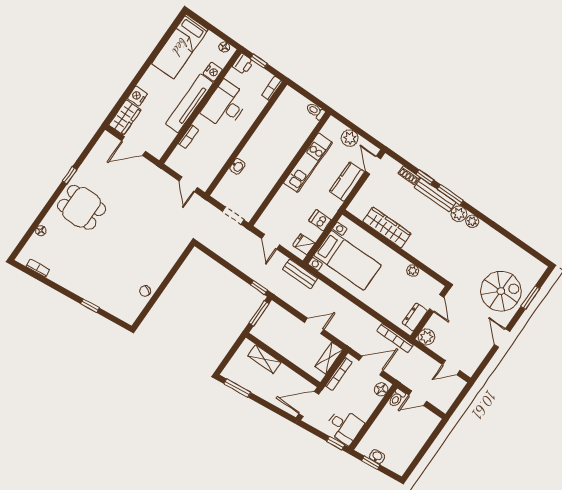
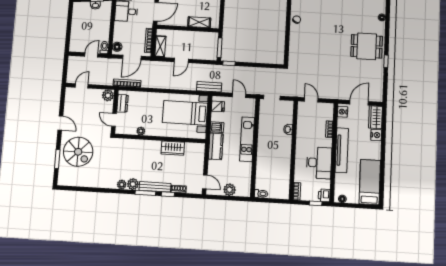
nightstand: (213, 72) -> (343, 112), moved
kitchen unit: (308, 163) -> (247, 139), moved
kitchen counter: (347, 182) -> (216, 146), moved
wardrobe: (387, 227) -> (173, 148), width x0.67
spiral stairs: (501, 291) -> (78, 152), turned -90

